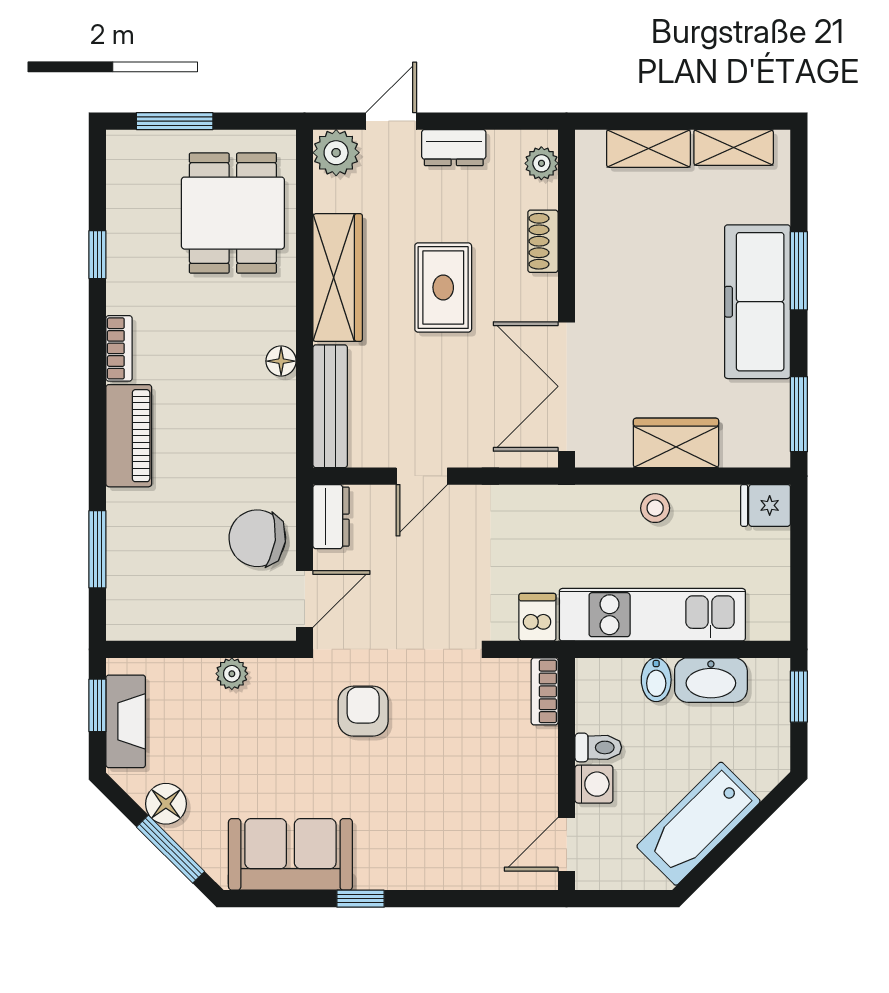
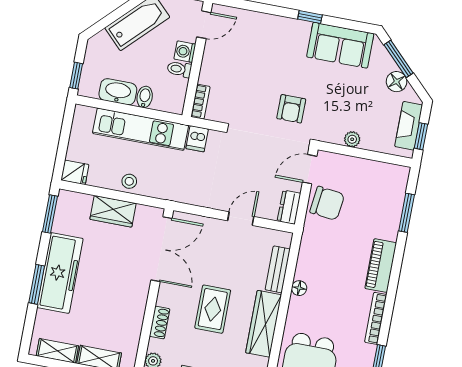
bookcase: (119, 348) -> (376, 318), width x1.56
bench: (330, 406) -> (278, 269), width x0.73

